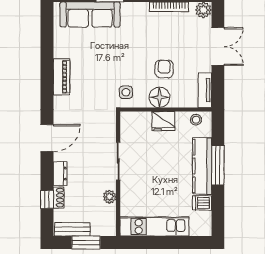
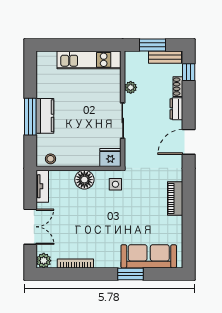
double door: (218, 46) -> (30, 227), swing flipped
armchair: (164, 69) -> (80, 206), removed
fridge: (163, 121) -> (110, 157), moved
kitchen counter: (202, 166) -> (45, 116), width x0.67
window: (47, 199) -> (189, 72), moved
dishwasher: (202, 203) -> (45, 82), removed

